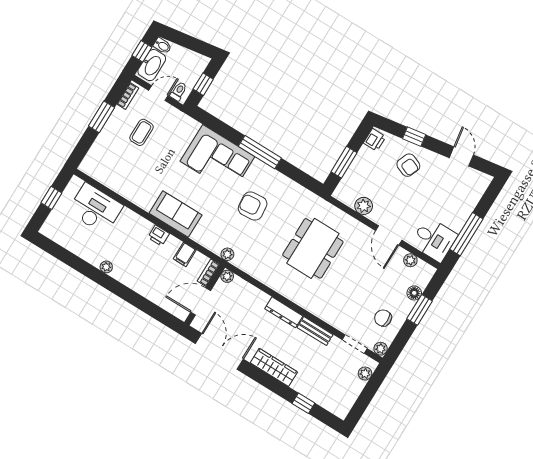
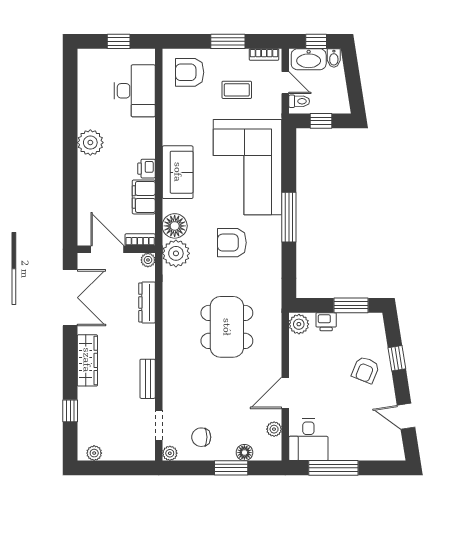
printer: (375, 140) -> (326, 322), moved
door: (461, 156) -> (406, 416), swing flipped
armchair: (107, 159) -> (190, 72), added
corner sofa: (217, 159) -> (248, 167), width x1.36, depth x1.36
window: (344, 162) -> (351, 305), moved
armchair: (253, 206) -> (232, 243), turned -85
plant: (364, 206) -> (299, 324), moved
floor lamp: (214, 241) -> (175, 226), added
dining table: (313, 248) -> (227, 327), turned 90
filing cabinet: (185, 254) -> (144, 197), width x2.00
plant: (227, 254) -> (176, 253), width x1.88, depth x1.88
plant: (106, 267) -> (90, 143), width x1.87, depth x1.87
dresser: (284, 312) -> (147, 302), moved
chair: (383, 318) -> (201, 437), turned -90
plant: (365, 374) -> (94, 453), moved

